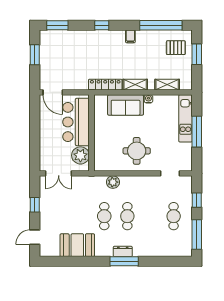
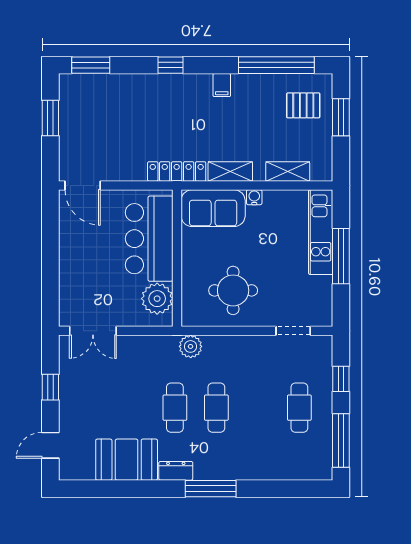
bar counter: (76, 122) -> (149, 239), moved
wall: (92, 133) -> (177, 258), moved
plant: (80, 155) -> (157, 299), moved
dresser: (123, 251) -> (176, 471), moved

